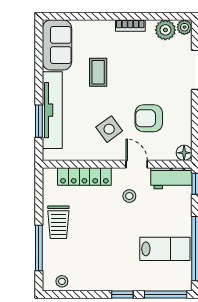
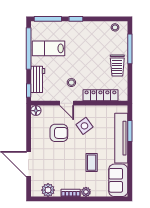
plant: (184, 27) -> (86, 192), moved
workbench: (171, 178) -> (38, 79), moved, turned 90
trolley: (58, 222) -> (117, 66), turned 180

